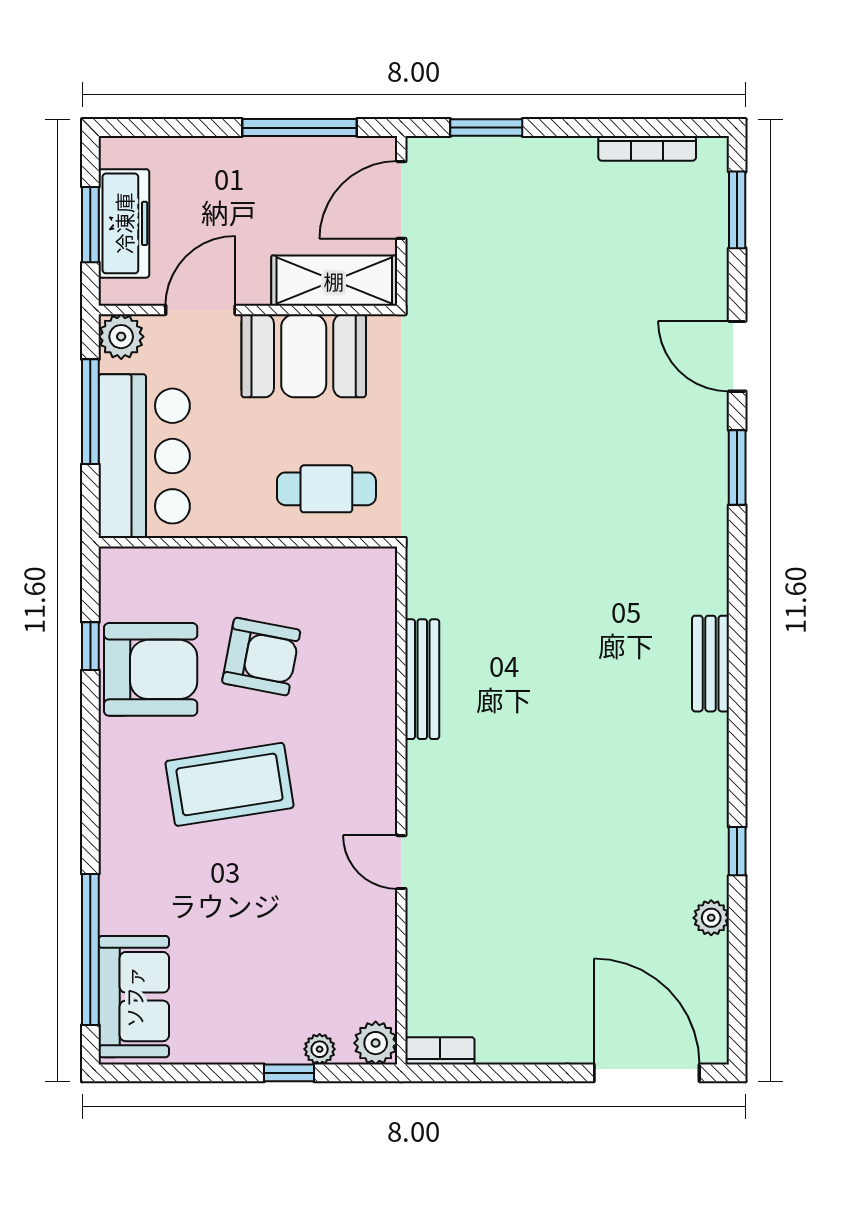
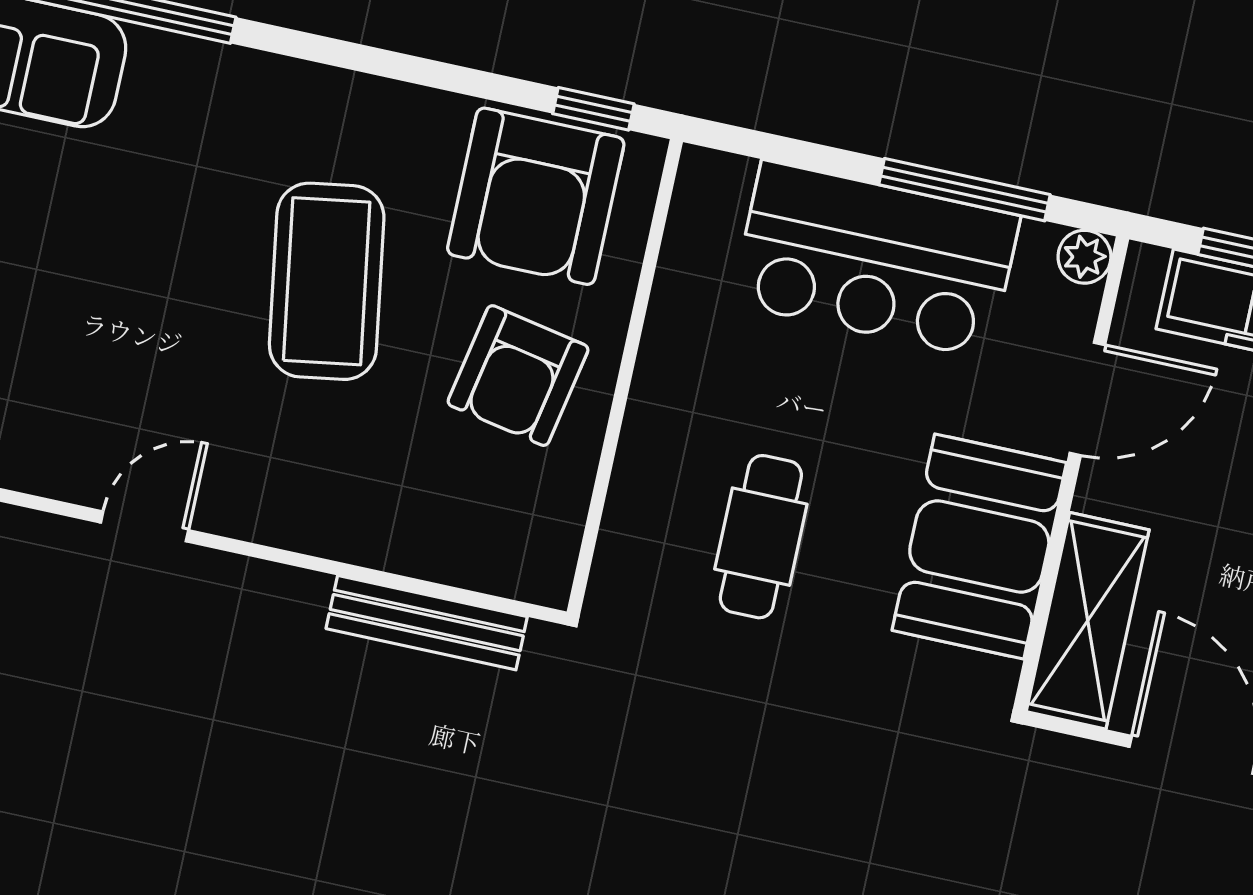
door: (200, 310) -> (1087, 399), hinge flipped
plant: (121, 337) -> (1084, 257), width x0.73, depth x0.73
wall: (248, 542) -> (625, 377), moved

